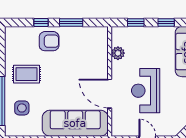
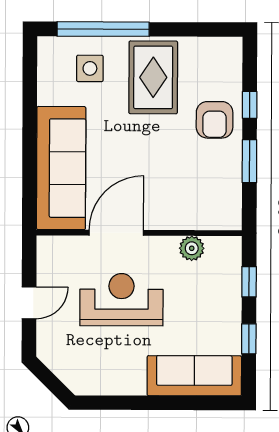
rug: (26, 74) -> (153, 77), width x1.36, depth x1.43

